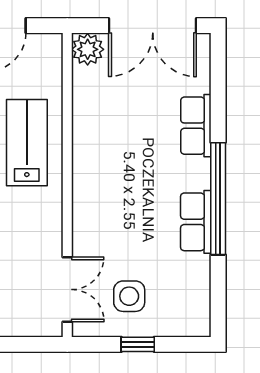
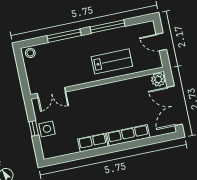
row of seats: (196, 126) -> (128, 135), width x1.48
window: (218, 199) -> (105, 150), removed
side table: (129, 296) -> (47, 129), moved

